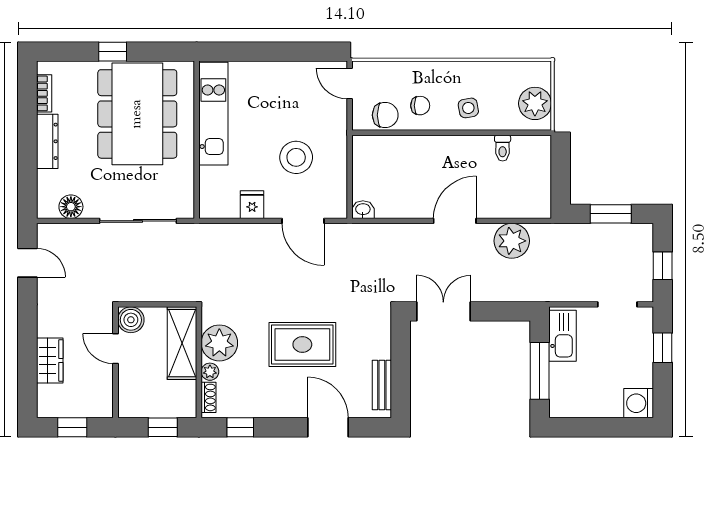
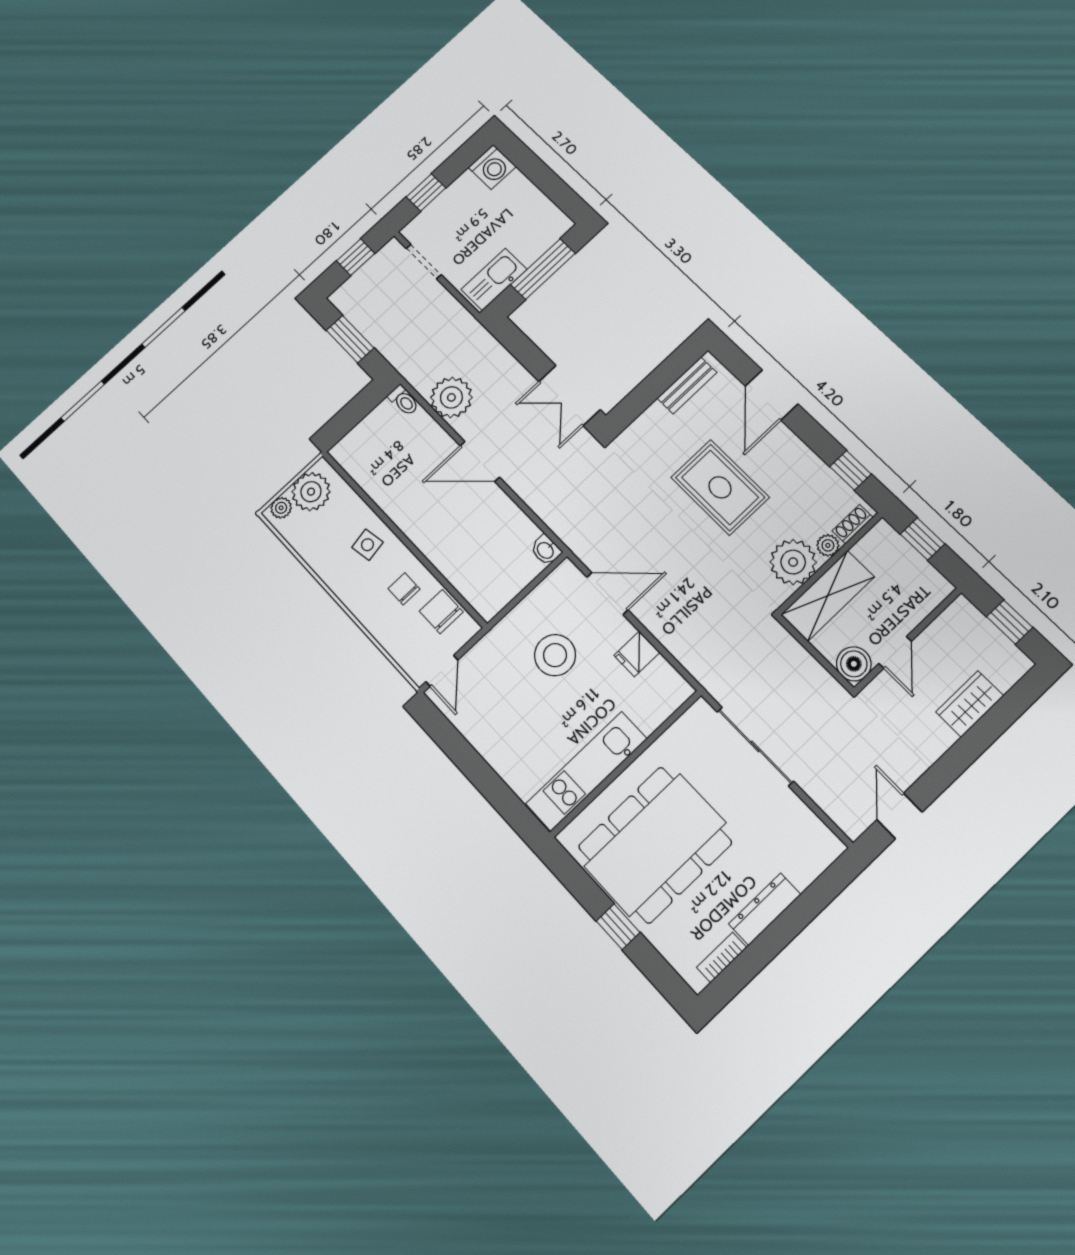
plant: (542, 76) -> (281, 508), added
toilet: (503, 148) -> (404, 400), moved, turned 90
floor lamp: (71, 207) -> (805, 825), removed
door: (303, 221) -> (607, 594), hinge flipped

